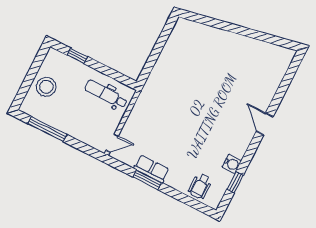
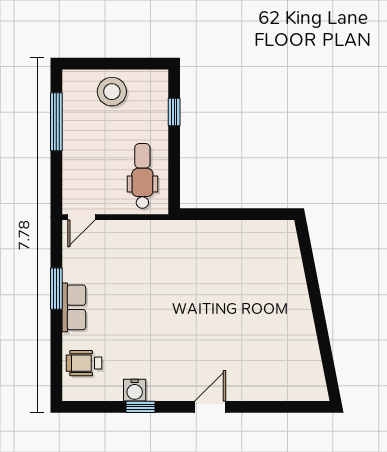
door: (112, 143) -> (81, 217), hinge flipped
row of seats: (151, 169) -> (74, 307), moved
window: (235, 182) -> (141, 407), moved

